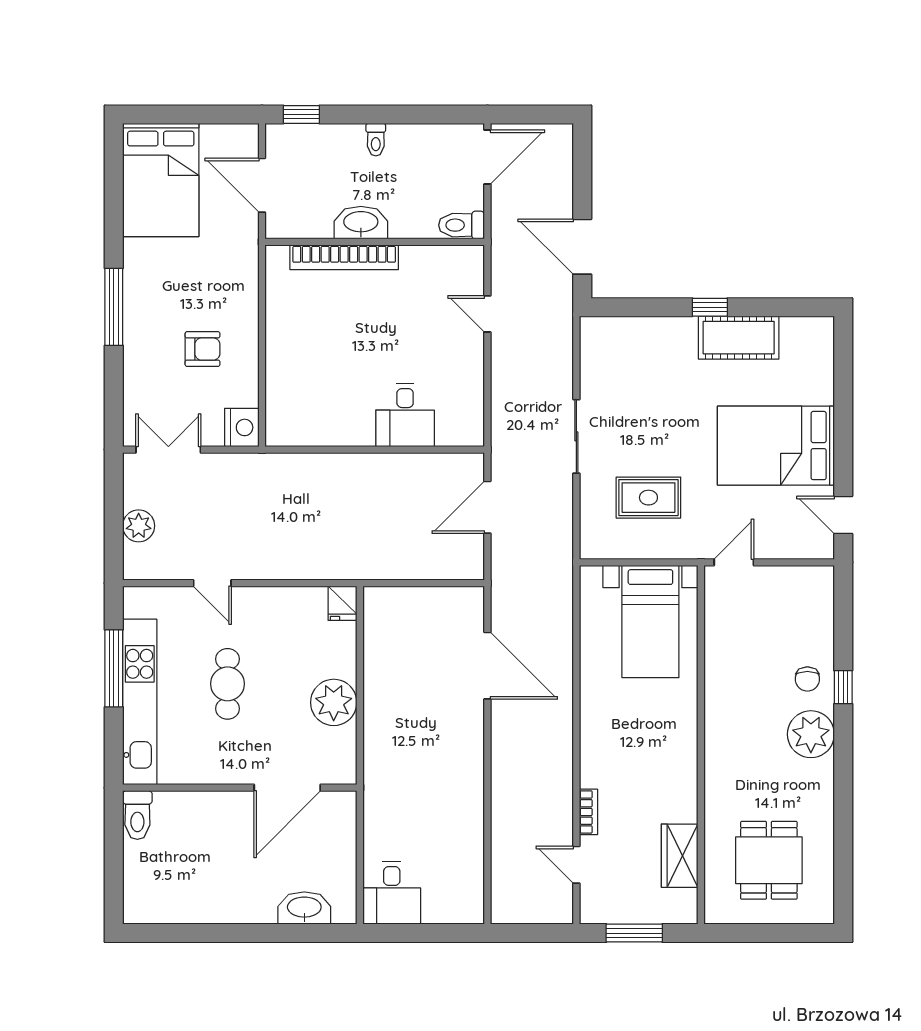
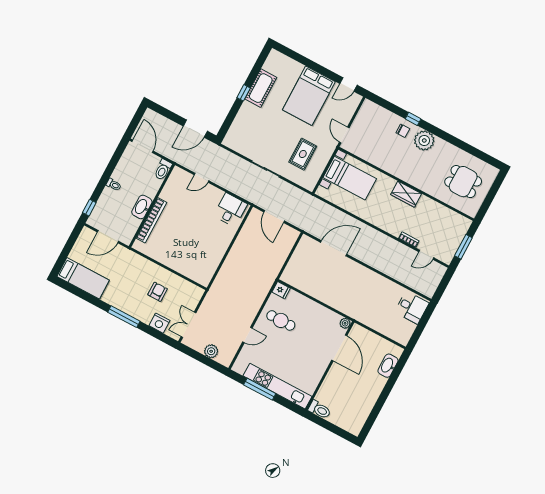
bed: (161, 180) -> (83, 278), width x0.67
desk: (405, 415) -> (230, 210), moved, turned -90
nightstand: (242, 427) -> (159, 323), moved, turned 180
cafe table: (228, 684) -> (281, 320), moved
plant: (334, 702) -> (345, 323), moved, width x0.53, depth x0.53
wardrobe: (680, 856) -> (406, 194), moved
desk: (392, 893) -> (412, 307), moved

